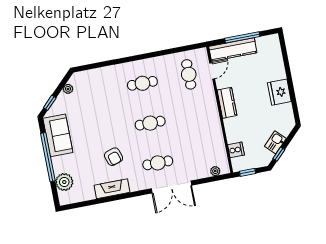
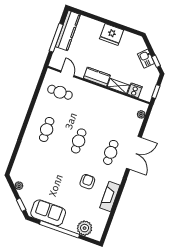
kitchen counter: (233, 50) -> (68, 31), moved
shelving: (231, 130) -> (118, 86), added
armchair: (114, 157) -> (87, 182), turned -72

